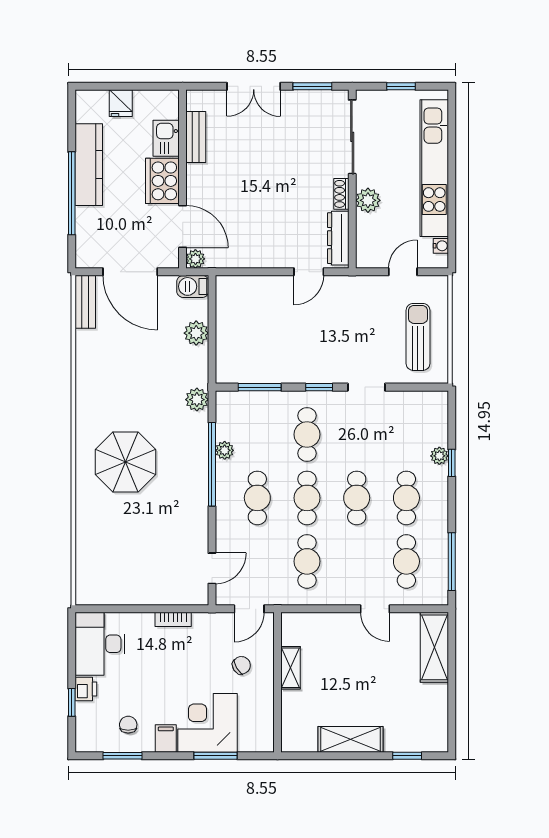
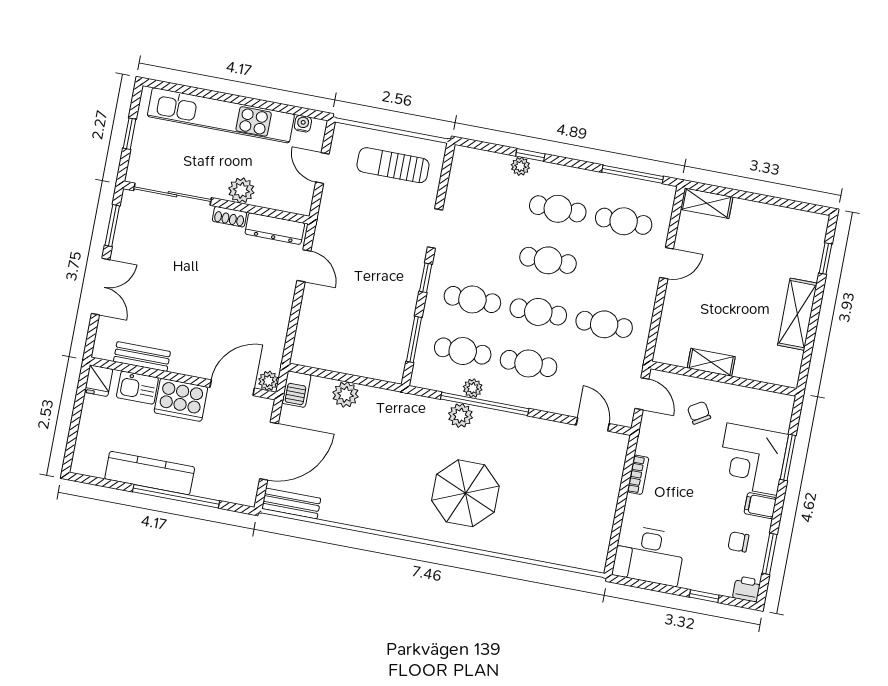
fridge: (121, 103) -> (99, 381), moved, turned 90
plant: (197, 400) -> (460, 416), moved
cafe table: (257, 434) -> (463, 351), added
shelving: (434, 647) -> (707, 203), width x0.67, depth x0.75
printer: (86, 689) -> (747, 589), moved

